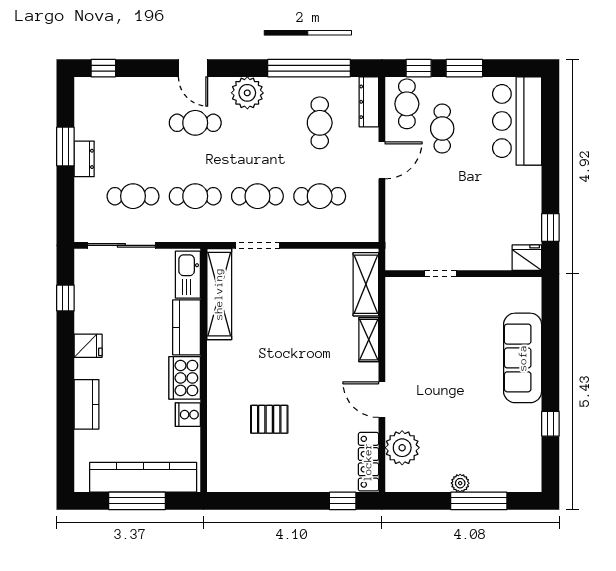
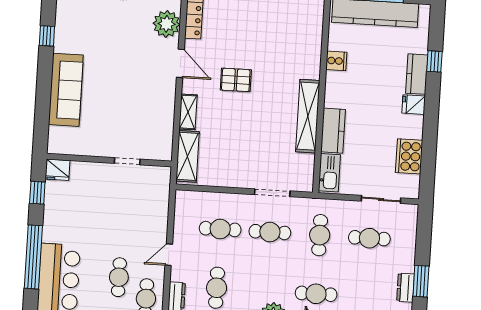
window: (550, 147) -> (33, 257), added
dresser: (84, 159) -> (406, 288), moved
door: (382, 160) -> (169, 255), width x0.73
cafe table: (195, 196) -> (320, 235), turned 90
sliding door: (121, 245) -> (381, 199), width x0.73
shelving: (219, 294) -> (308, 116), moved
window: (65, 298) -> (434, 61), moved
fridge: (88, 346) -> (414, 105), moved
cooker: (185, 378) -> (409, 156), moved, turned 180
pallet: (269, 419) -> (236, 80), moved

